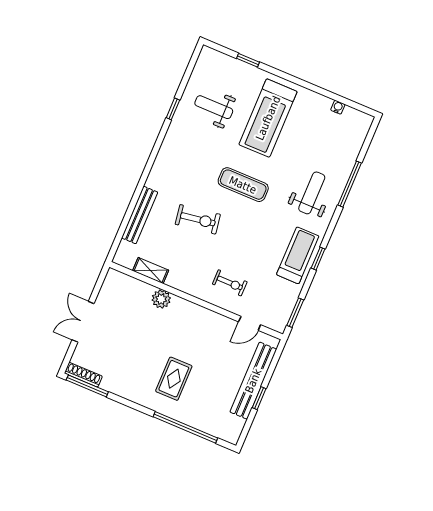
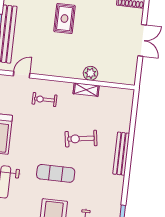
bench: (140, 215) -> (121, 154), moved
shelving: (151, 270) -> (86, 90), moved

